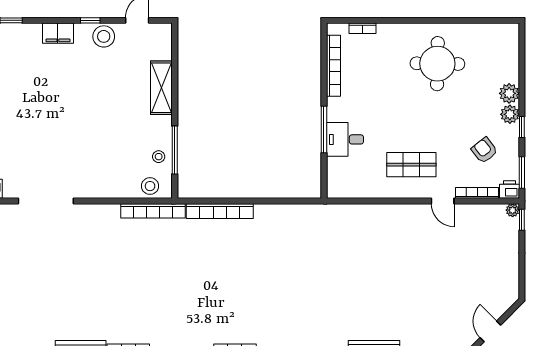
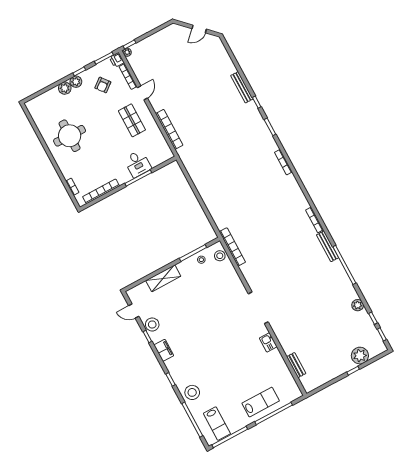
bookcase: (220, 211) -> (169, 129), moved

